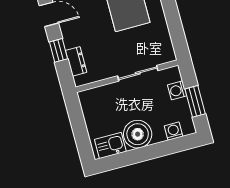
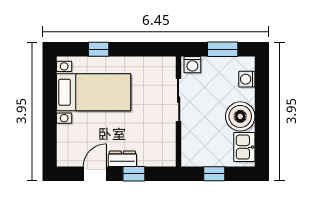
dresser: (76, 61) -> (122, 159), moved
washing machine: (177, 90) -> (192, 65), moved
window: (78, 124) -> (214, 174), added

